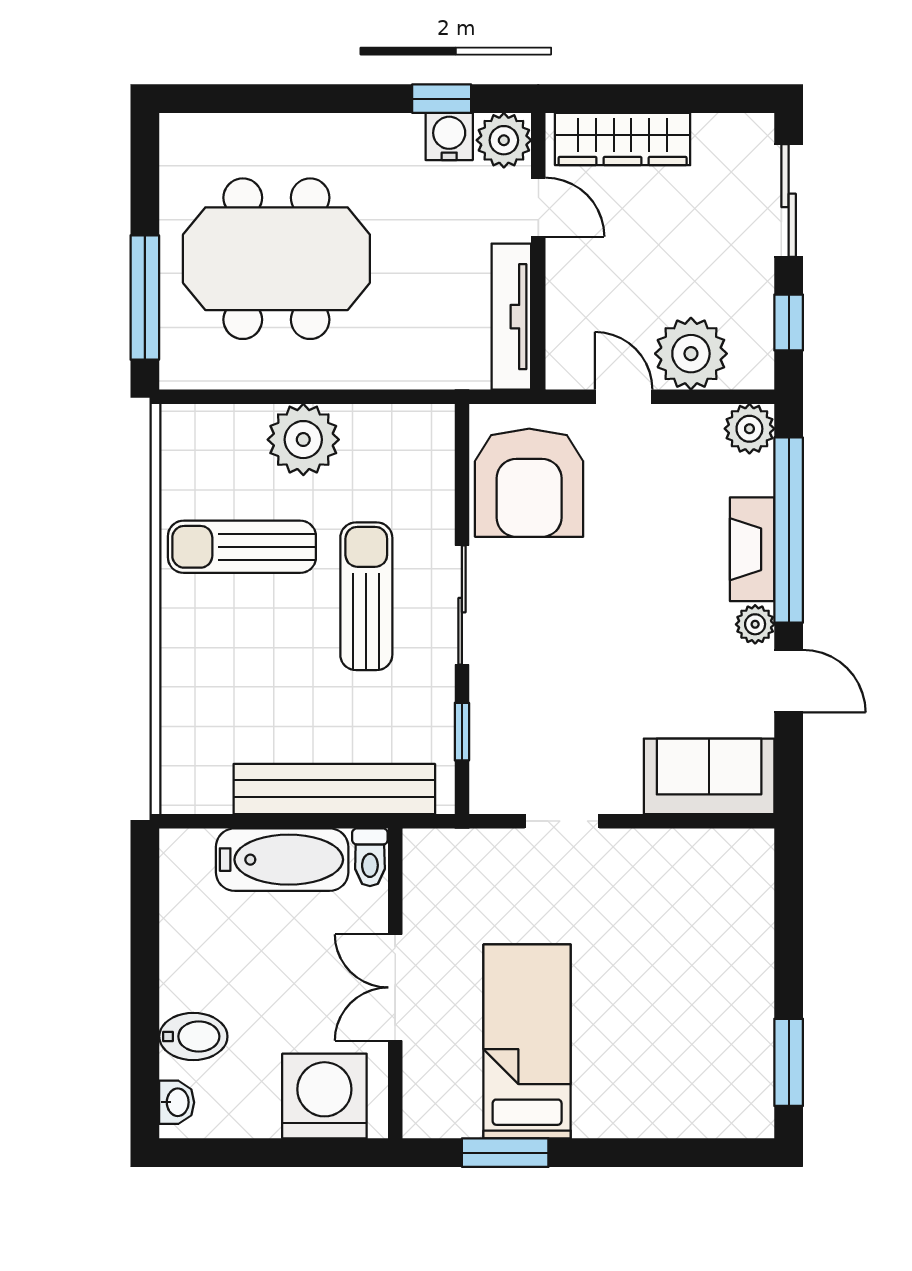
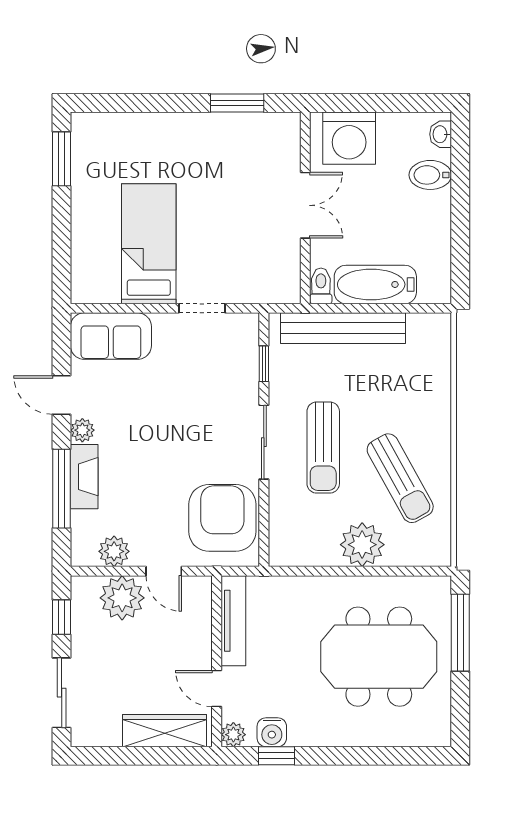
plant: (504, 140) -> (233, 735), width x0.73, depth x0.73
plant: (749, 429) -> (114, 551), moved
window: (789, 530) -> (62, 489), width x0.68
sun lounger: (242, 547) -> (400, 478), turned 61
bed: (527, 1041) -> (149, 244), moved, turned 180

